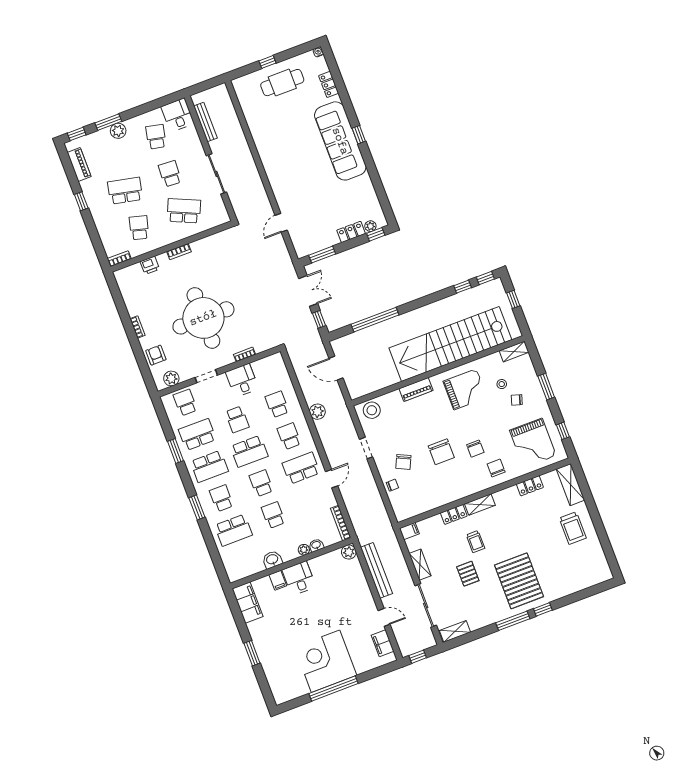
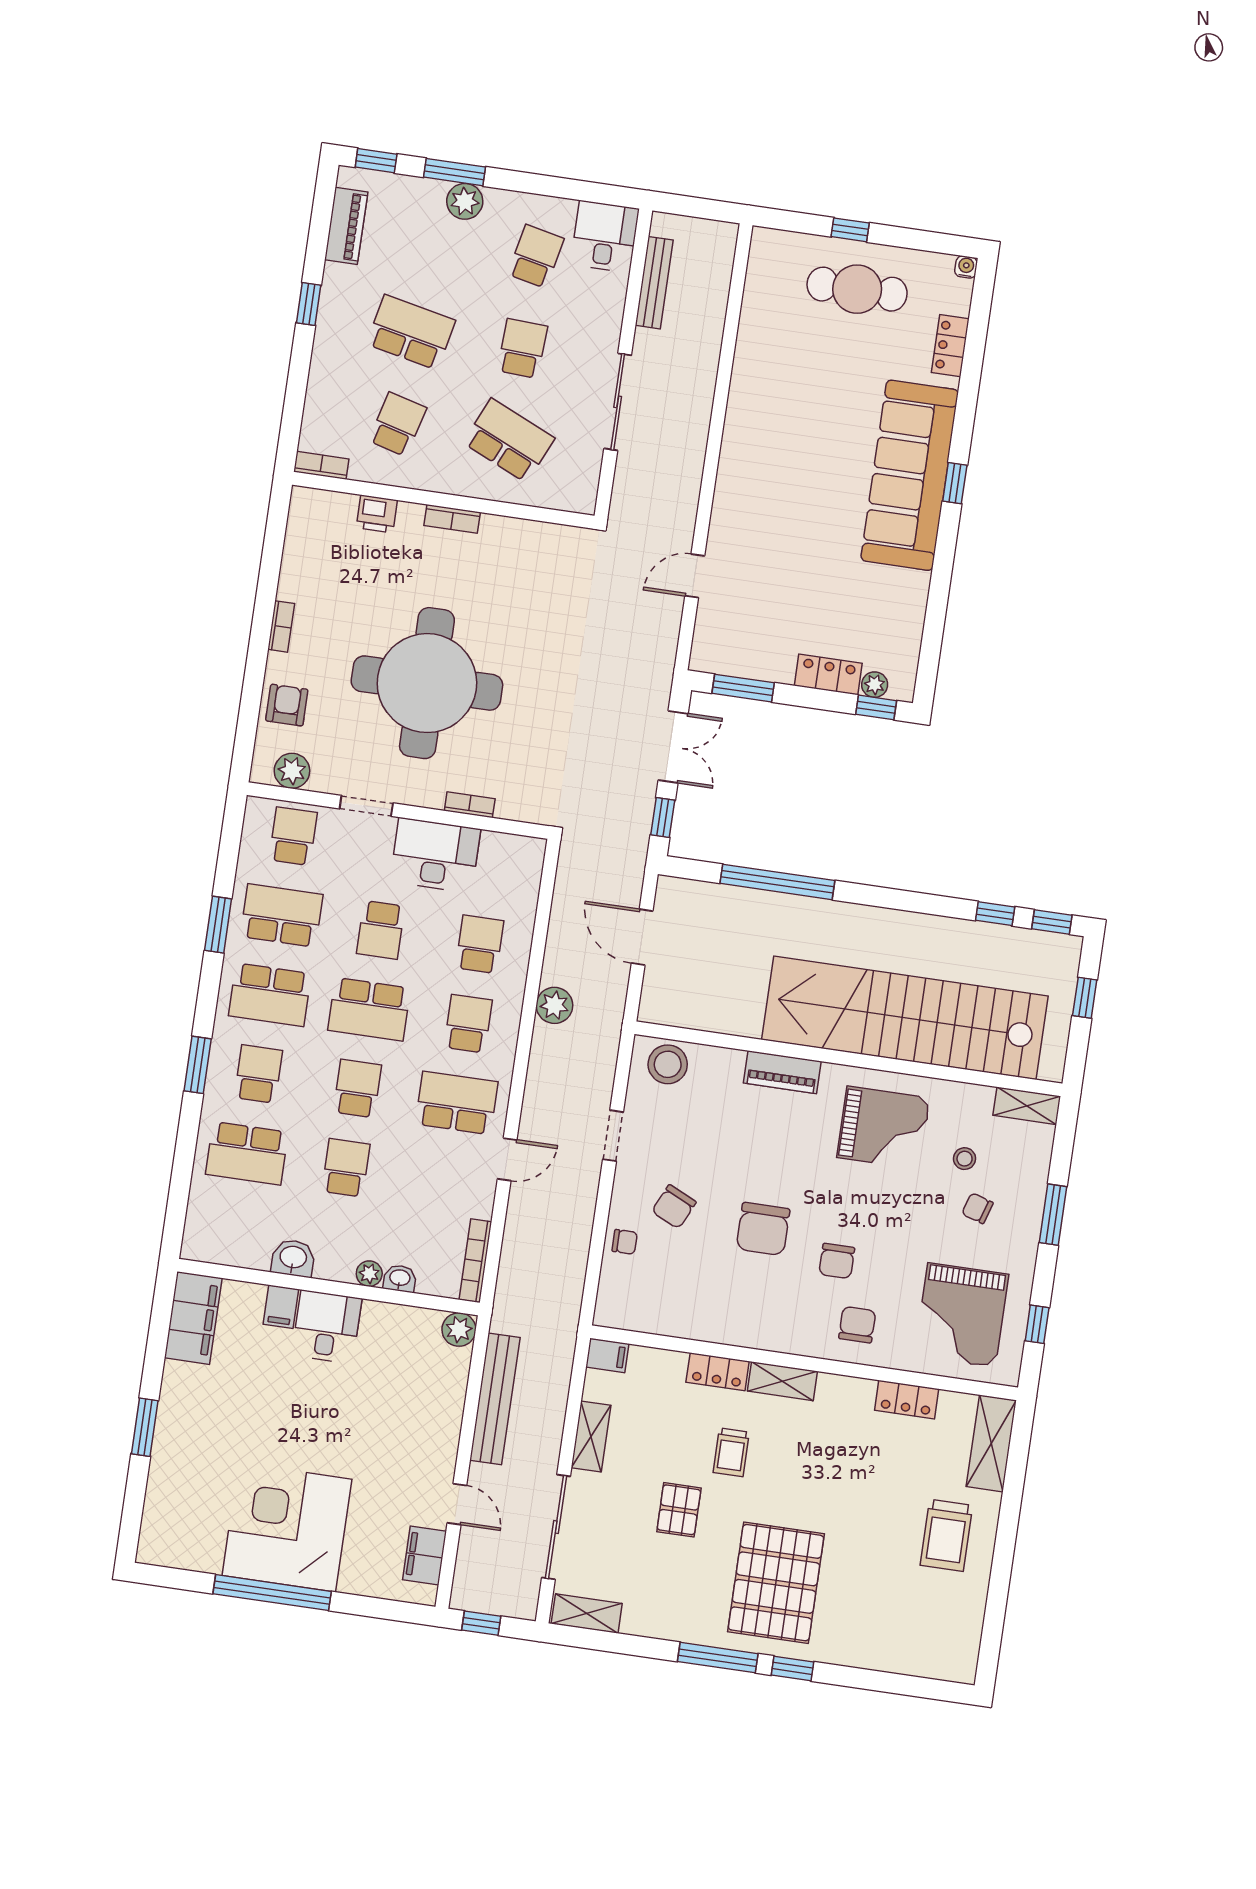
desk: (242, 380) -> (435, 855), width x1.37

